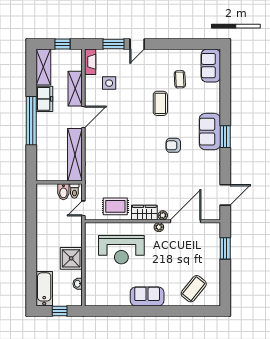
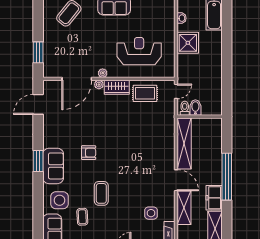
side table: (203, 96) -> (59, 200), added
door: (83, 117) -> (176, 180), swing flipped

